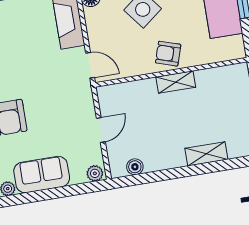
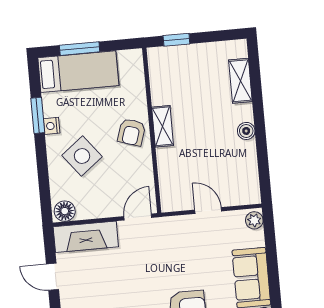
shelving: (206, 154) -> (240, 81), moved
boiler: (135, 167) -> (246, 131), moved

